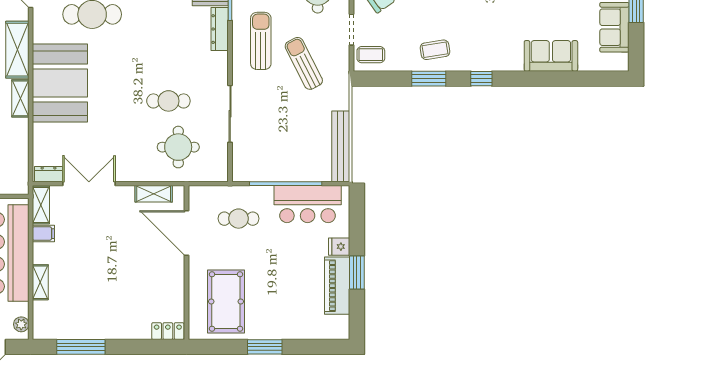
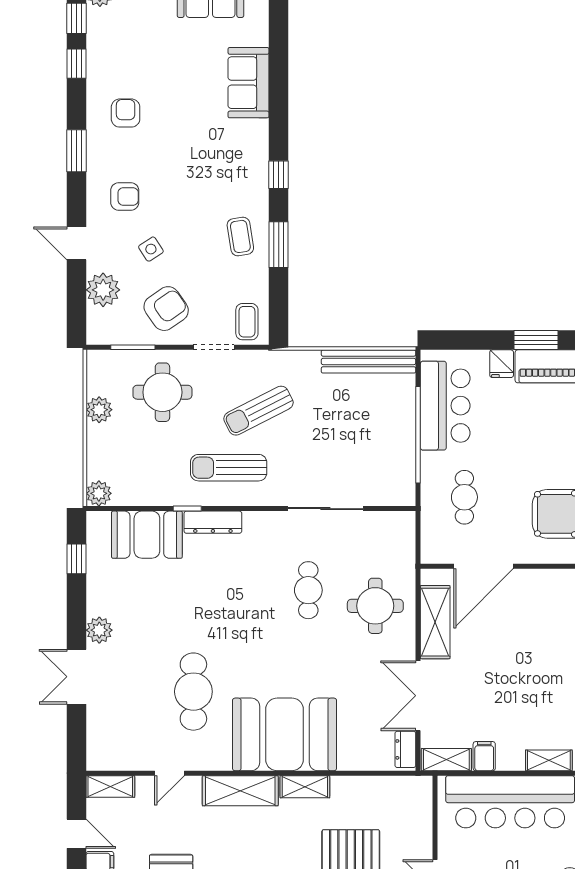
round table: (178, 147) -> (375, 606), moved
shelving: (154, 194) -> (435, 622), width x1.50, depth x1.33

